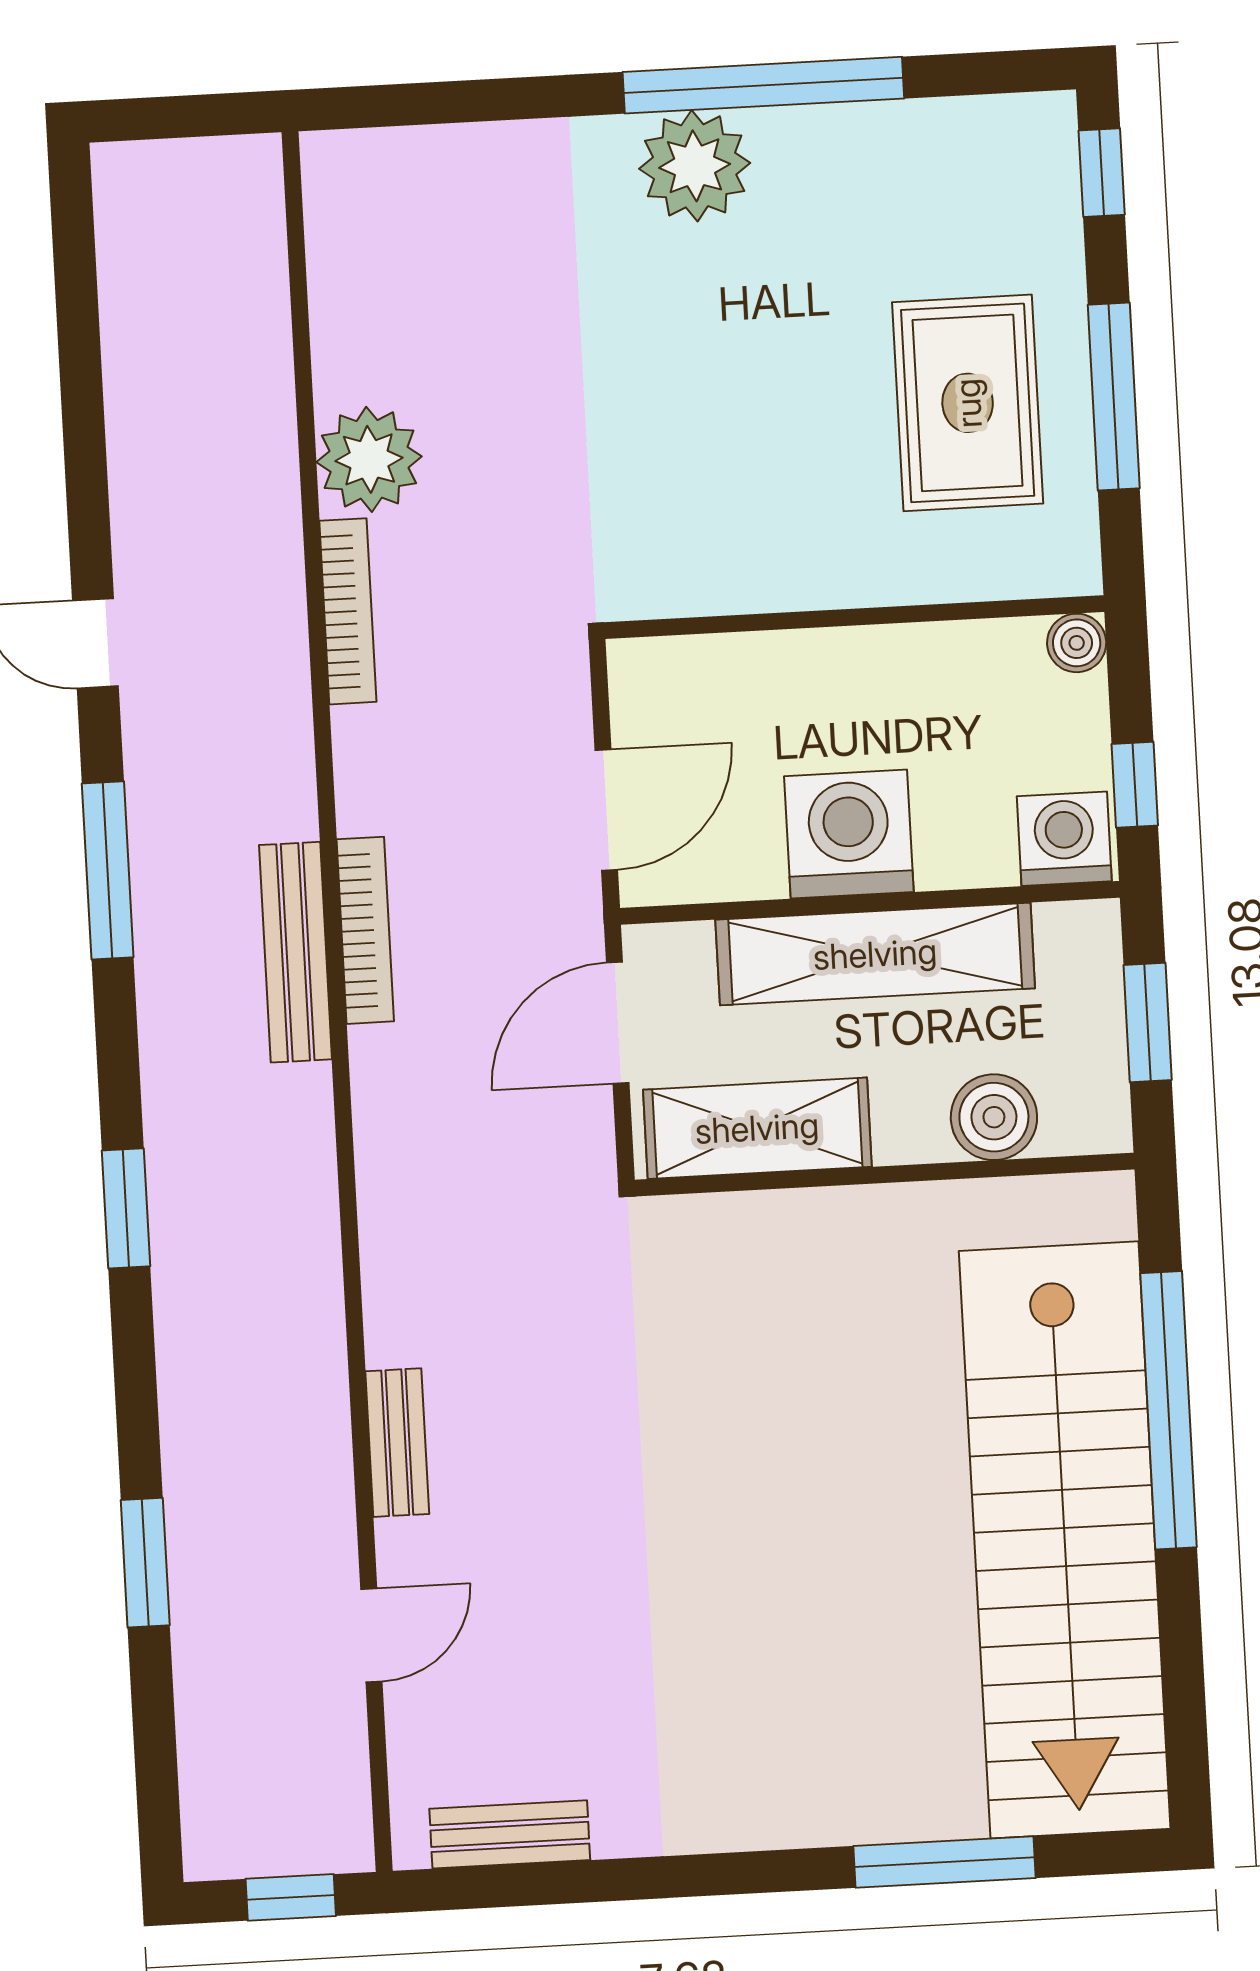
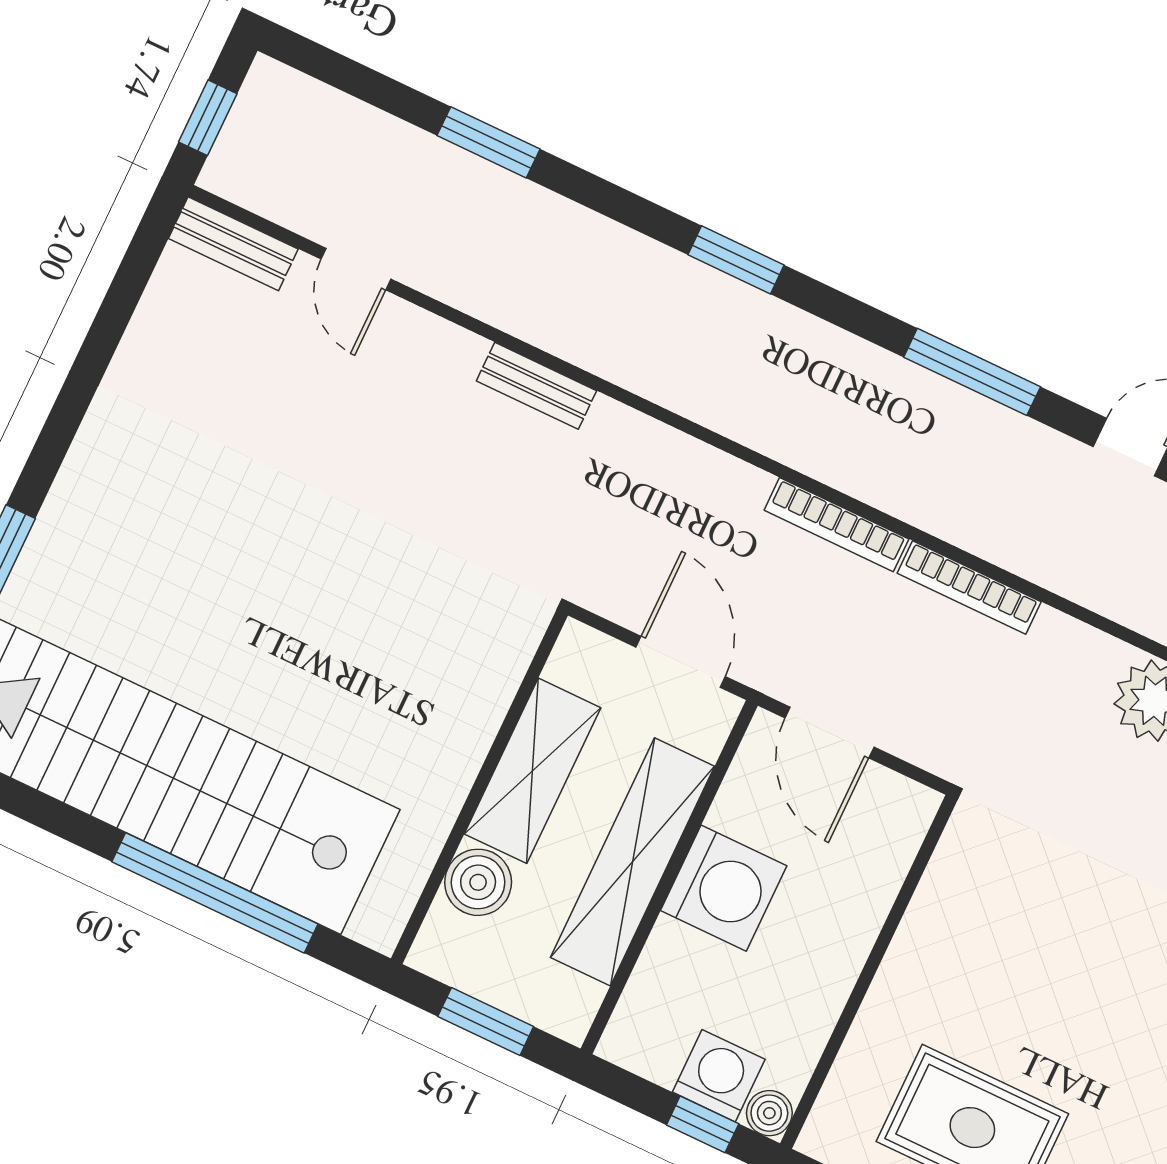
bookcase: (348, 611) -> (969, 588), moved
window: (1135, 785) -> (703, 1124), moved
washing machine: (1064, 839) -> (719, 1076), moved, turned -90
bench: (295, 952) -> (847, 469), removed
shelving: (757, 1128) -> (532, 771), moved
bench: (397, 1443) -> (536, 386), moved
bench: (510, 1834) -> (233, 244), moved, turned 90

